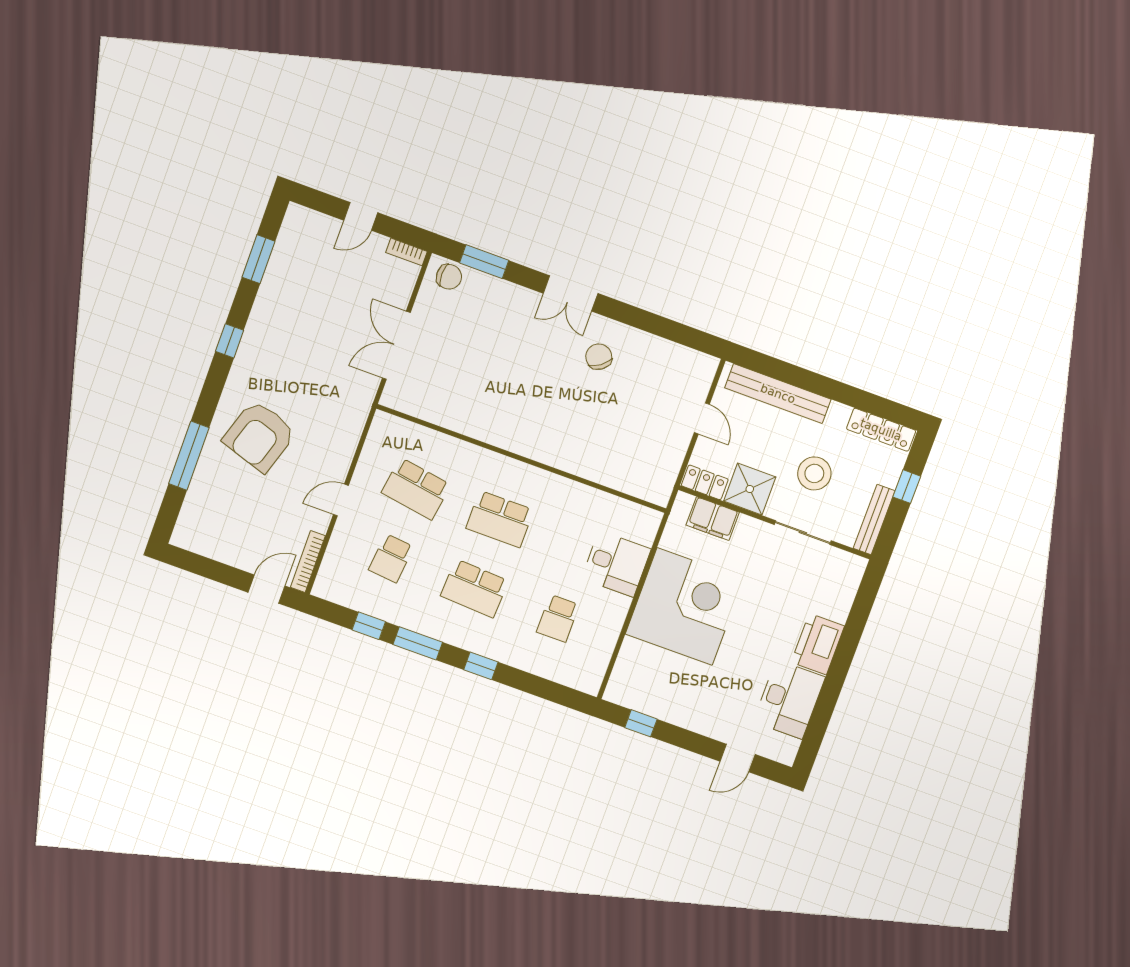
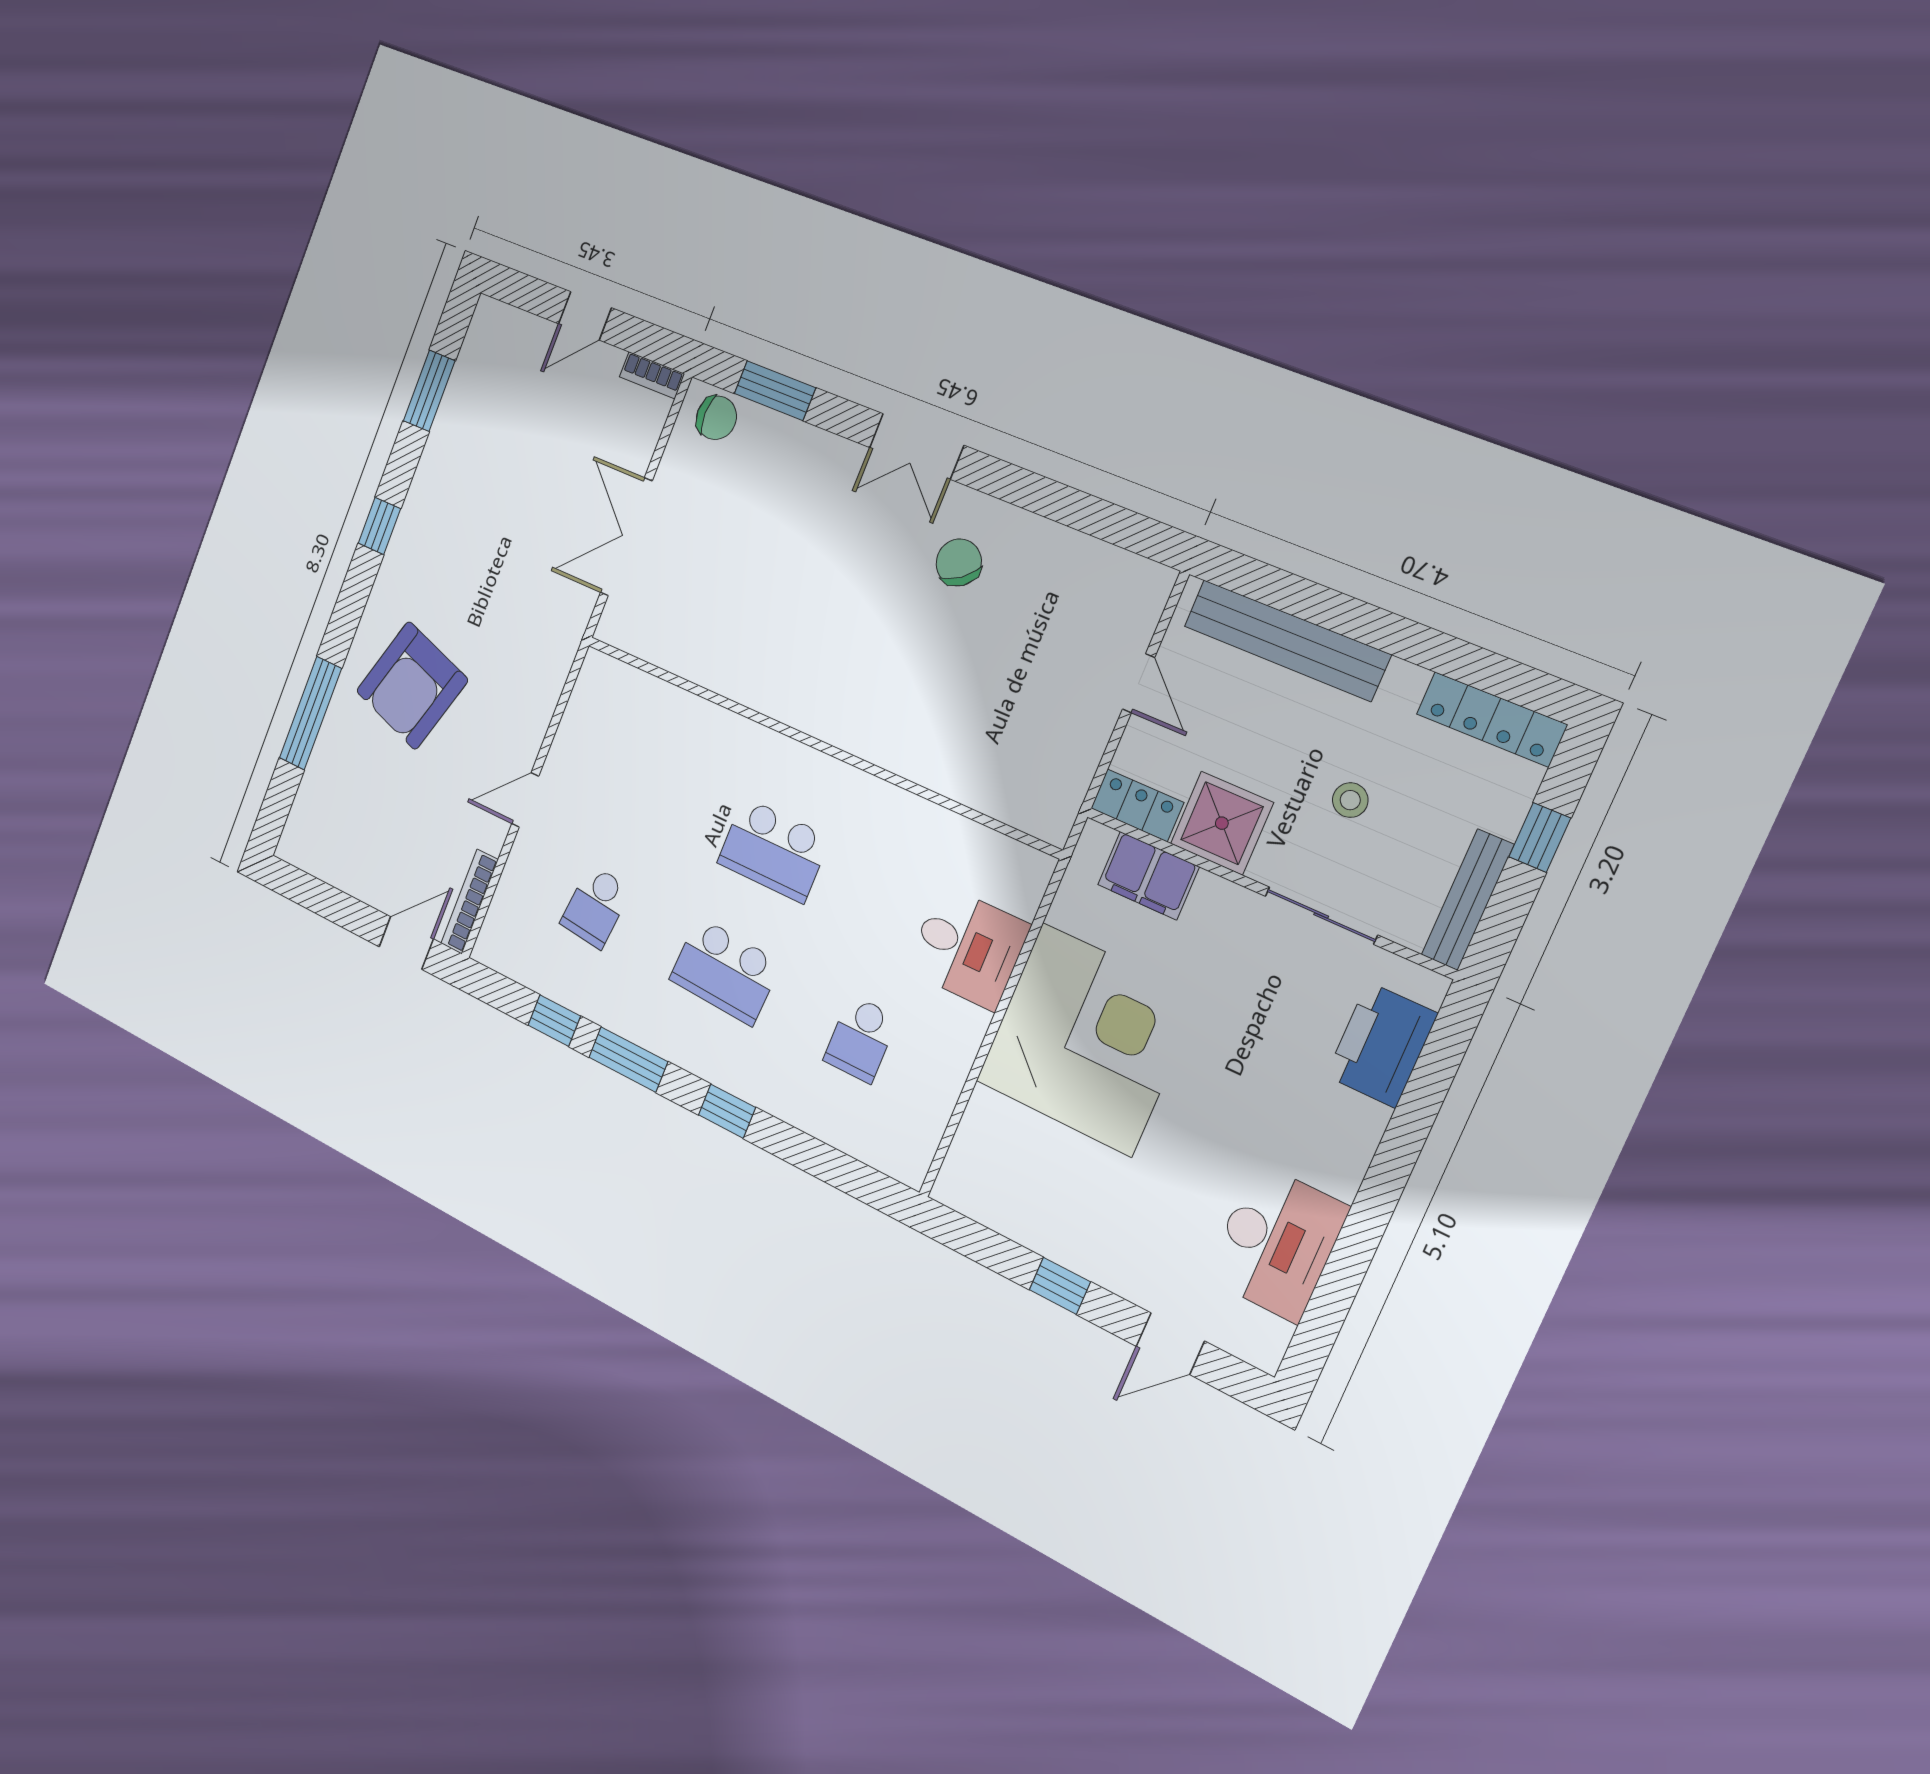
stool: (814, 473) -> (1350, 800), width x0.53, depth x0.53
school desk: (416, 489) -> (642, 788), removed
printer: (818, 644) -> (1382, 1045), moved
window: (641, 723) -> (1060, 1286), moved

